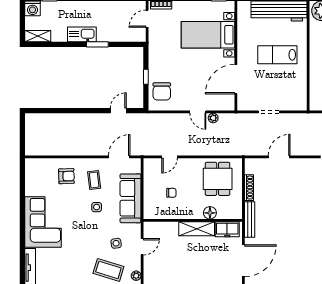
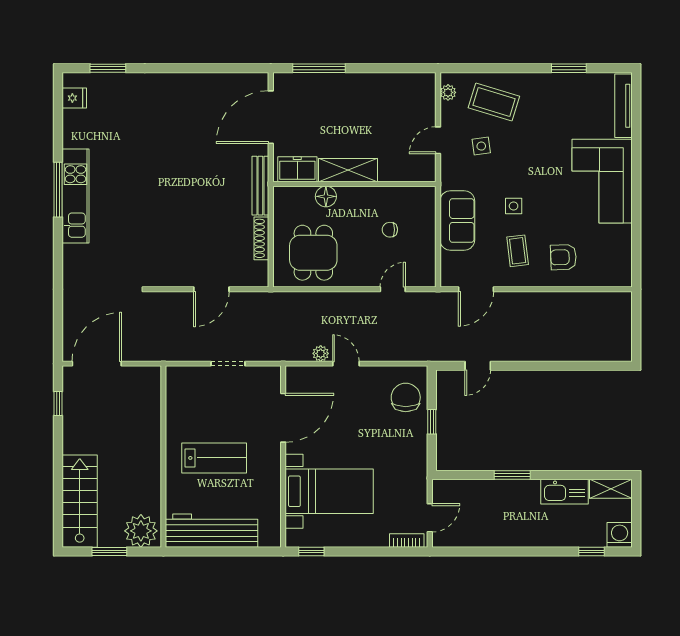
kitchen sink: (82, 34) -> (564, 492), moved
sofa: (131, 198) -> (457, 220), width x0.73

